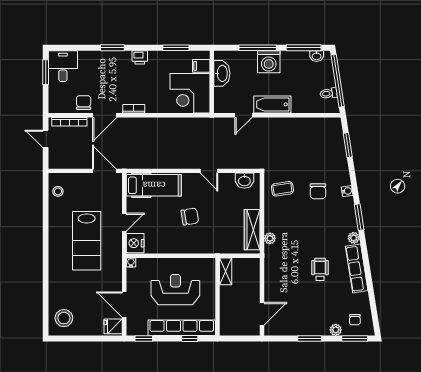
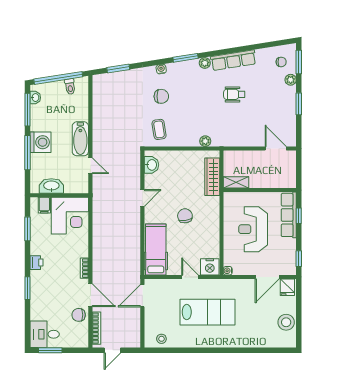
wardrobe: (252, 230) -> (212, 177), moved, turned 90
stool: (64, 318) -> (286, 322), moved
row of seats: (182, 328) -> (289, 215), width x0.73

